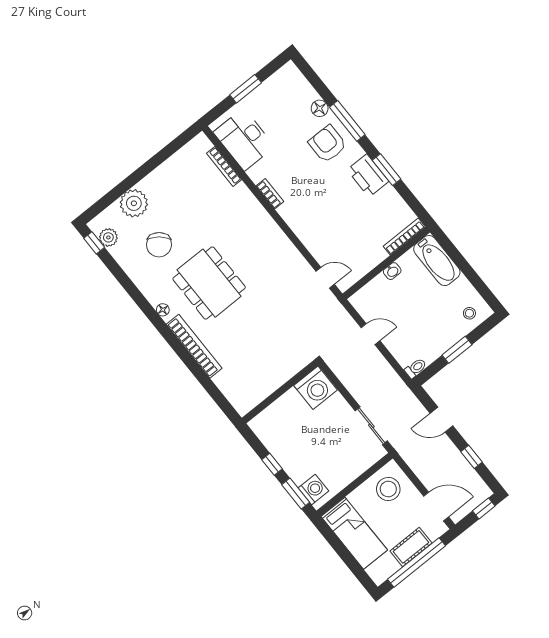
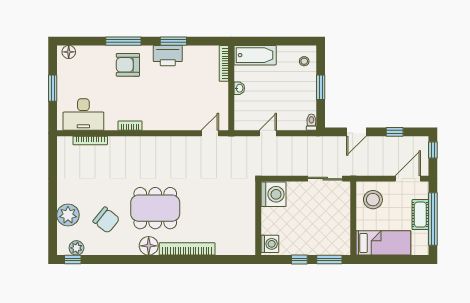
floor lamp: (320, 108) -> (69, 52), moved
floor lamp: (163, 310) -> (149, 246), width x1.89, depth x1.89
washing machine: (313, 490) -> (270, 244), moved, turned 90

